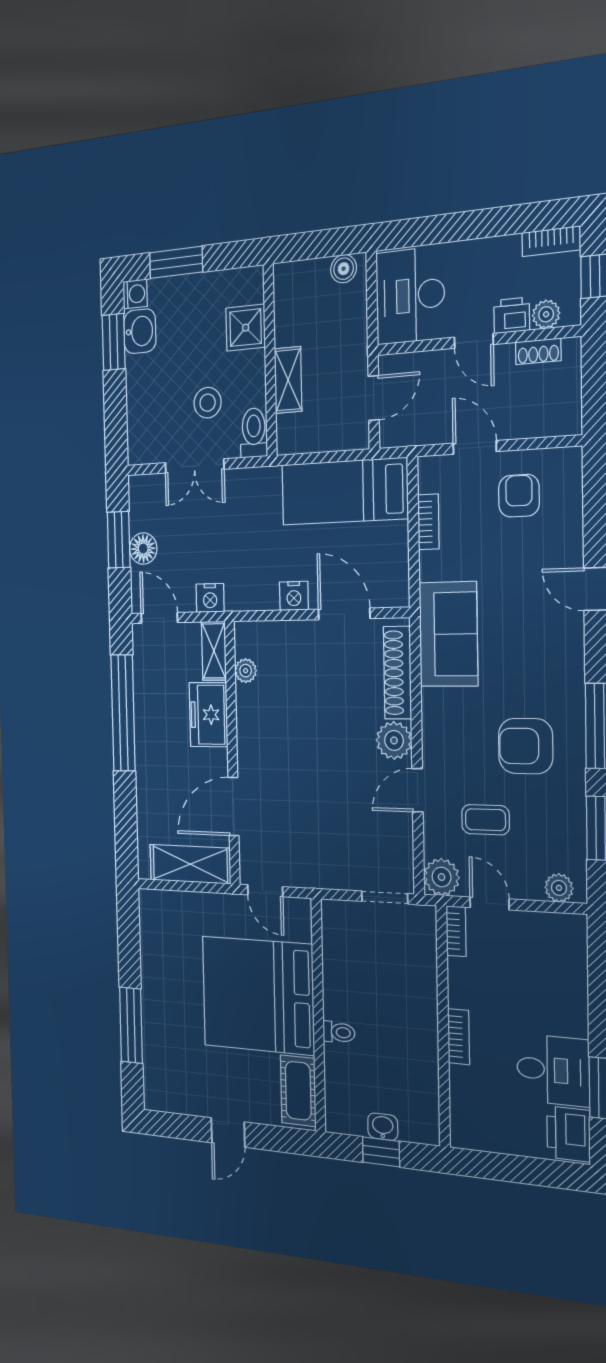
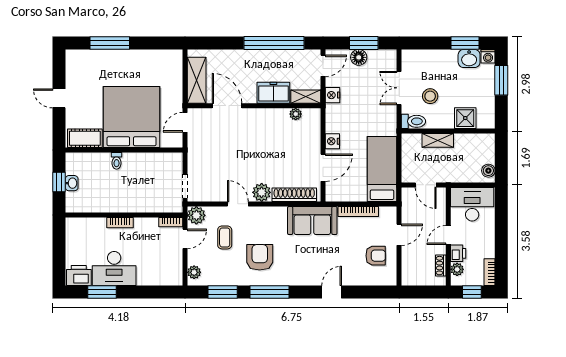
bookcase: (428, 522) -> (358, 211), width x1.56
desk: (553, 1070) -> (114, 268), width x1.37

